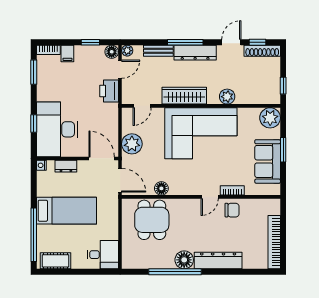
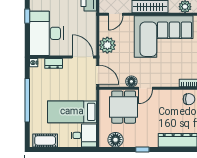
window: (34, 123) -> (27, 16), moved
door: (210, 197) -> (145, 88), moved
bed: (66, 211) -> (72, 112), moved, turned 180
window: (34, 235) -> (27, 100), moved
floor lamp: (184, 260) -> (115, 140), moved
window: (175, 272) -> (142, 149), width x0.32

